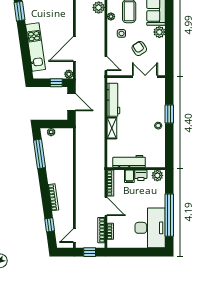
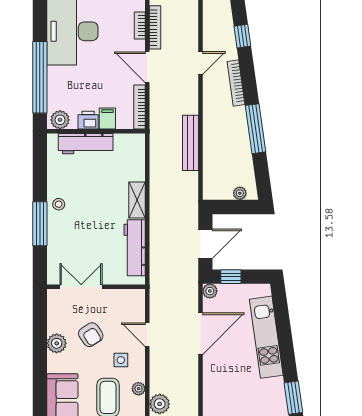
plant: (159, 32) -> (57, 343), moved
door: (106, 64) -> (147, 335), moved
double door: (145, 77) -> (81, 287), swing flipped
door: (71, 102) -> (205, 244), swing flipped
window: (169, 114) -> (40, 224), width x1.44
window: (40, 154) -> (255, 129), moved
workbench: (129, 161) -> (86, 144), moved
bench: (80, 162) -> (191, 143), added
window: (169, 215) -> (40, 77), moved
door: (74, 236) -> (200, 63), moved

